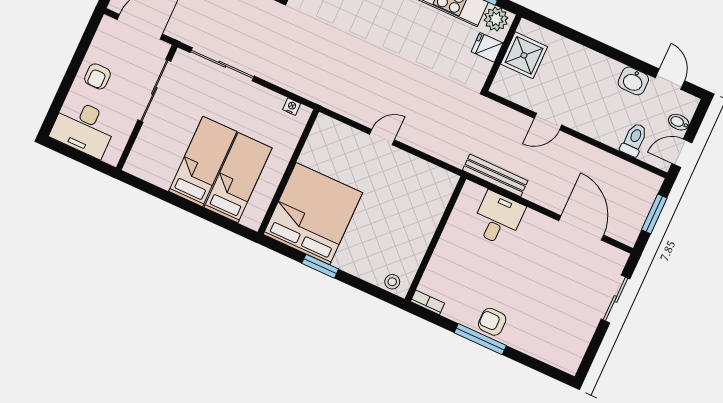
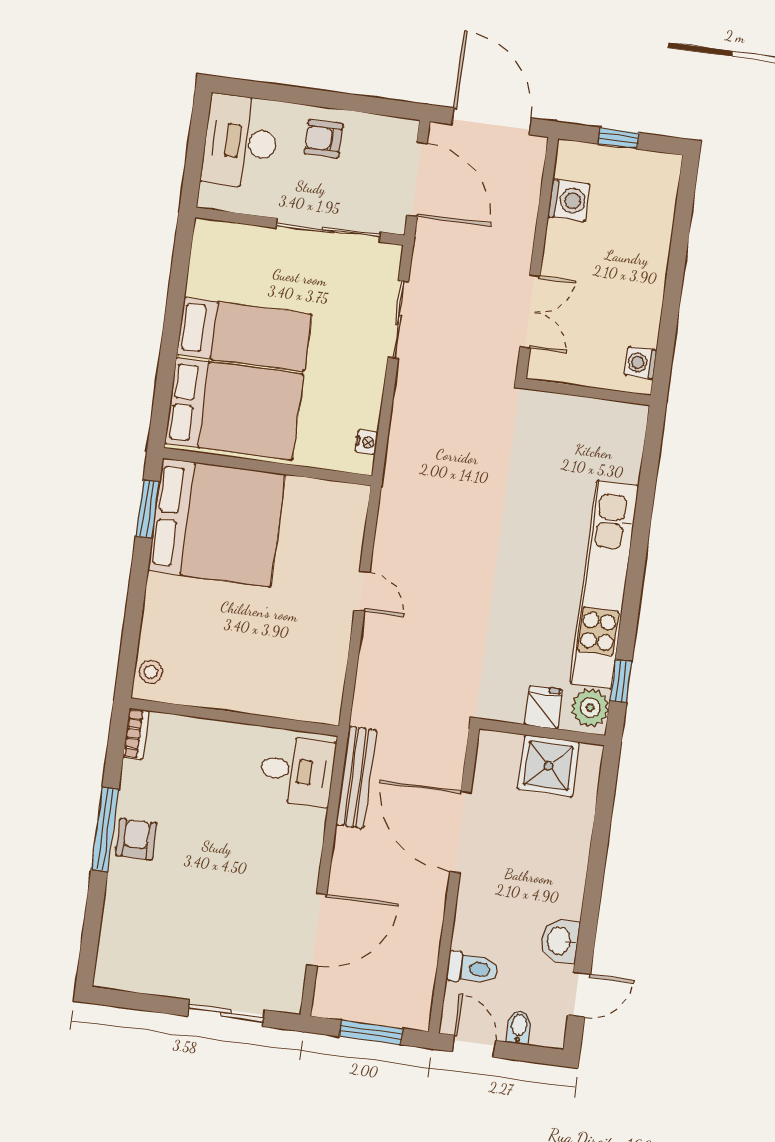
sliding door: (222, 64) -> (398, 319), width x0.73
door: (548, 122) -> (460, 832), width x1.88
bed: (238, 178) -> (234, 409), width x1.50
desk: (498, 219) -> (297, 771), moved
window: (320, 266) -> (148, 509), moved

